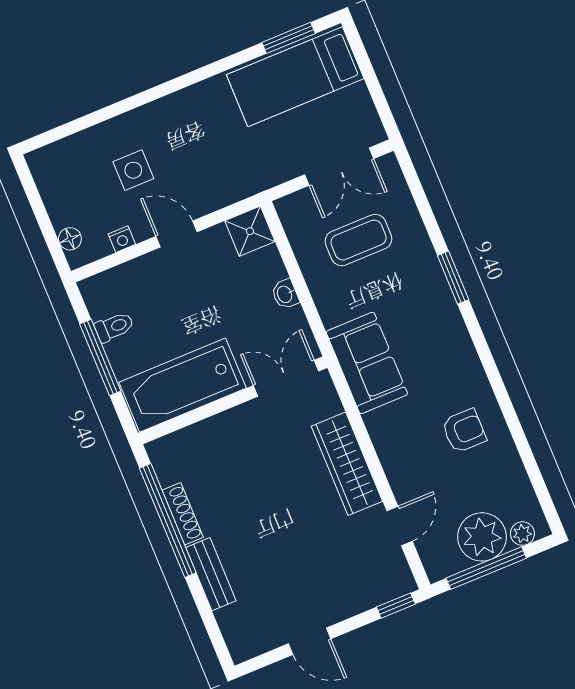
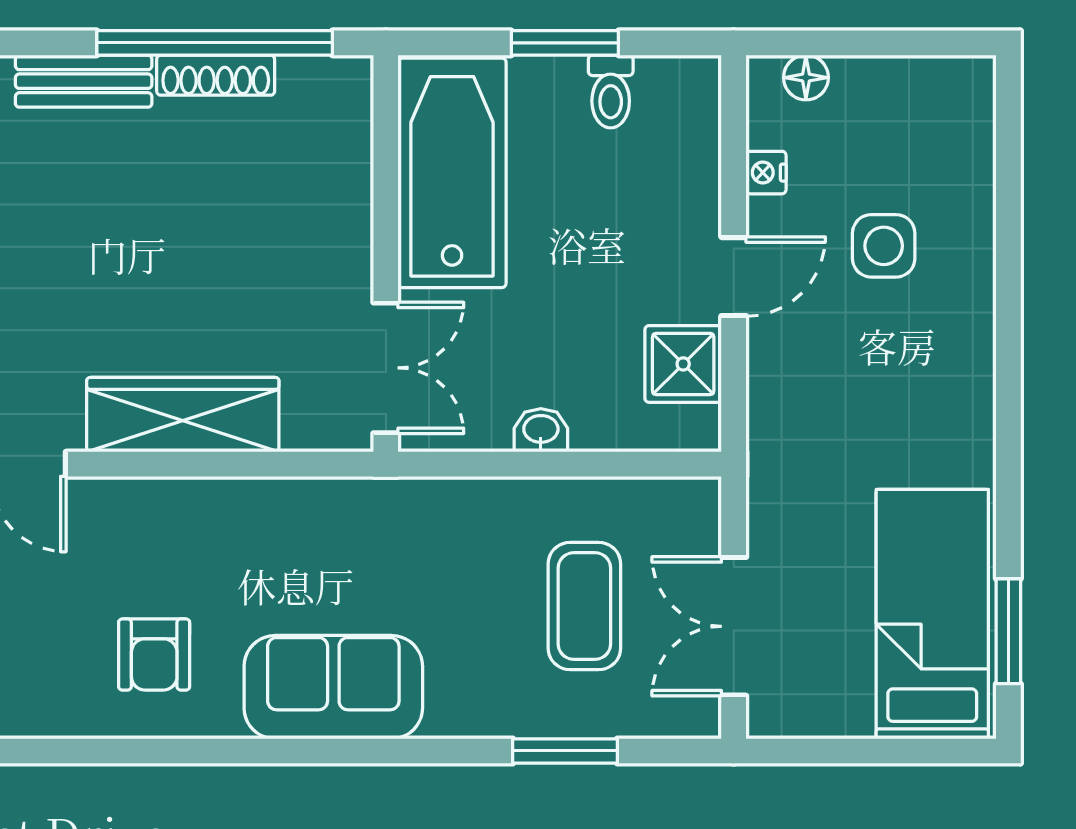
shower: (250, 231) -> (683, 364), moved
window: (453, 278) -> (565, 751), moved
window: (100, 358) -> (565, 43), width x0.69
sofa: (367, 363) -> (333, 687), moved, turned 180

